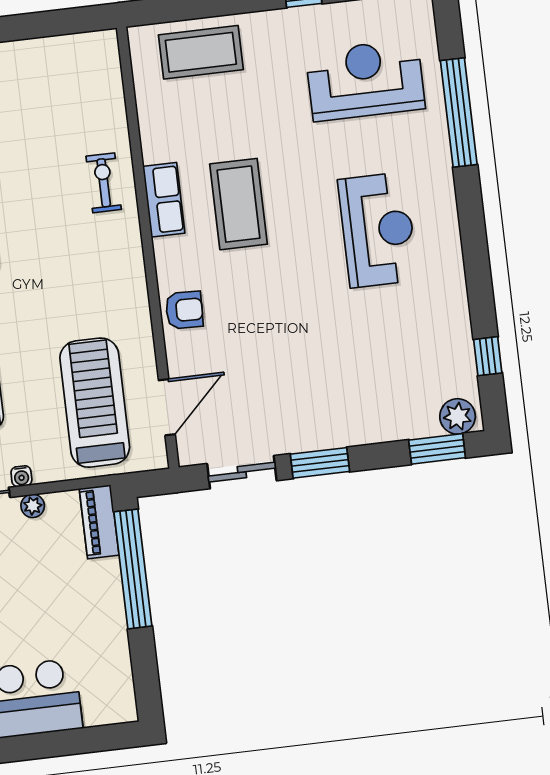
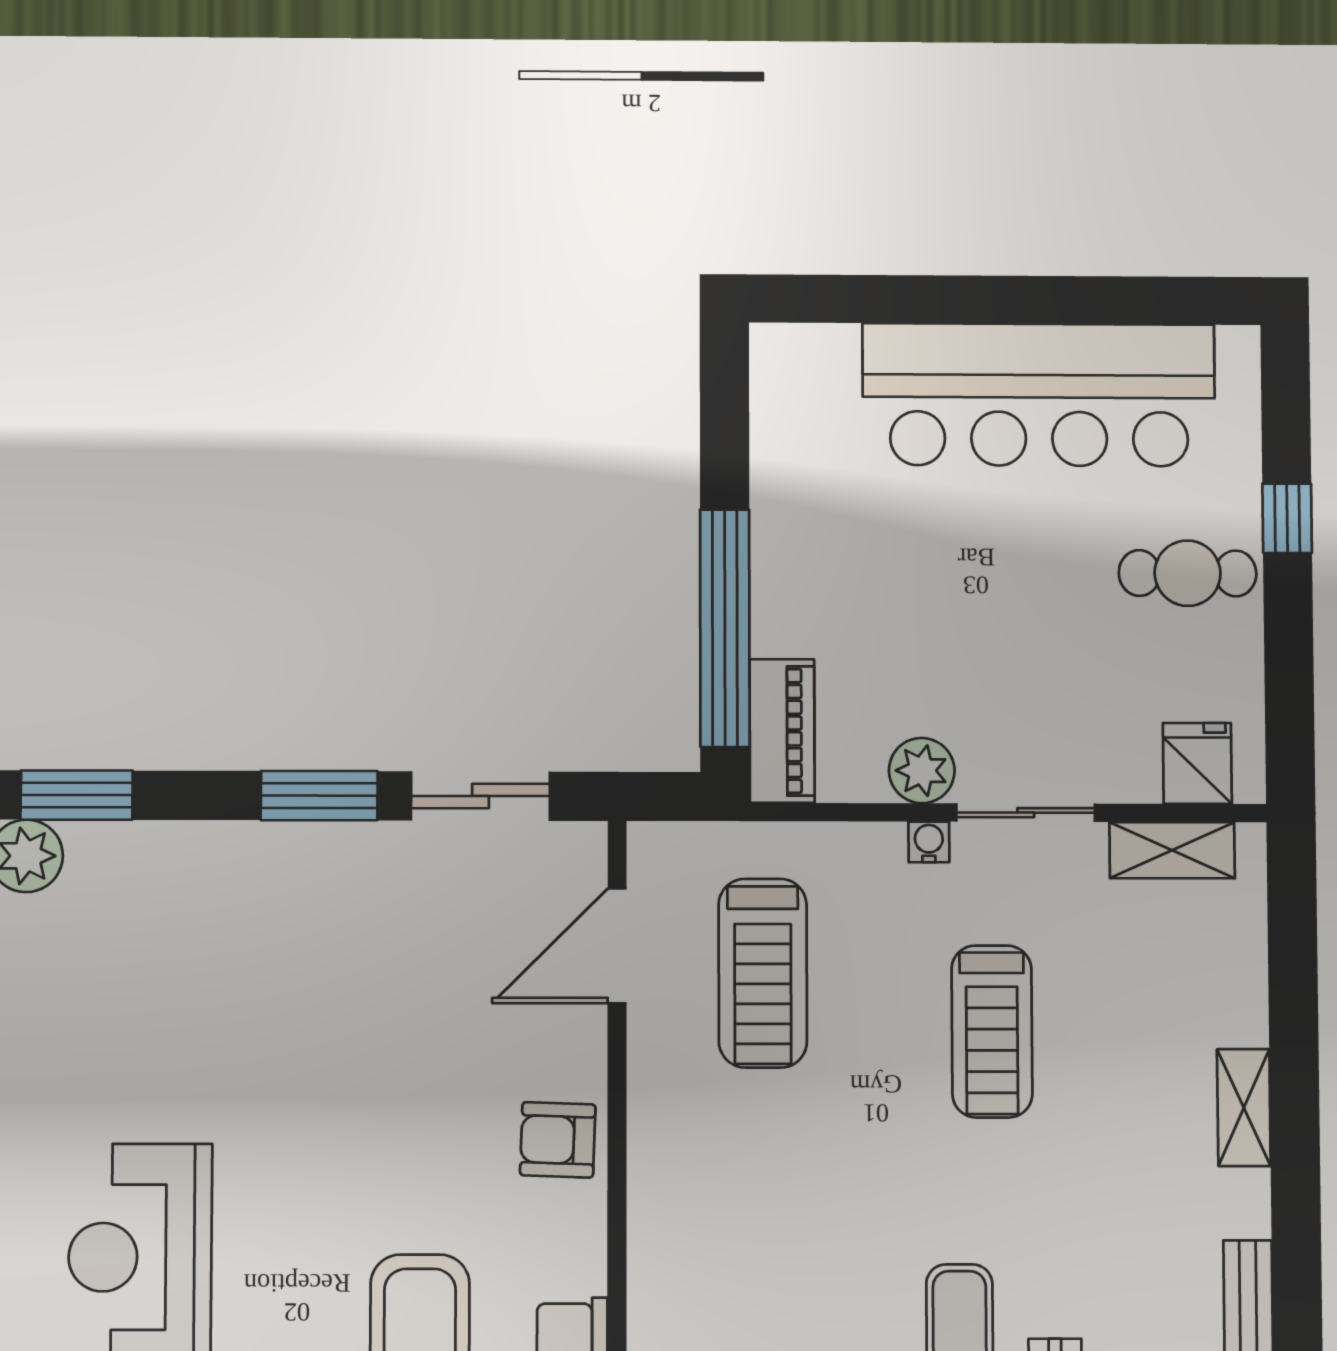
treadmill: (95, 403) -> (763, 973), width x0.73, depth x0.73
plant: (33, 506) -> (922, 771), width x1.38, depth x1.38

